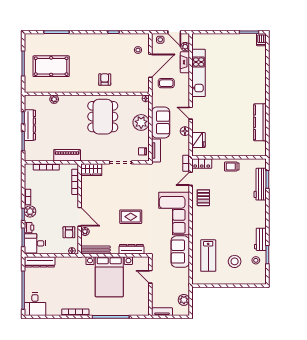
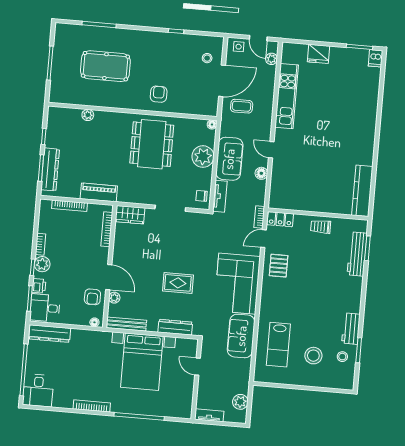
fireplace: (185, 62) -> (269, 80), removed
pool table: (51, 66) -> (105, 66), moved
kitchen counter: (260, 122) -> (362, 191), moved
dresser: (30, 125) -> (50, 169), moved
fridge: (198, 140) -> (319, 54), moved, turned 90

